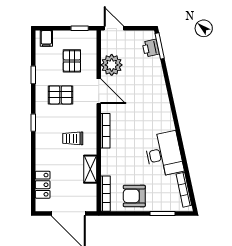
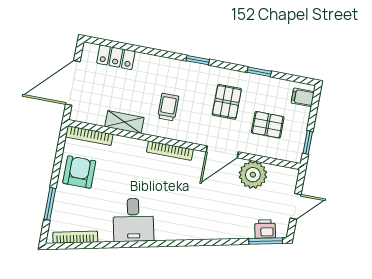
door: (114, 28) -> (296, 206), moved
desk: (164, 154) -> (133, 220), width x0.73

